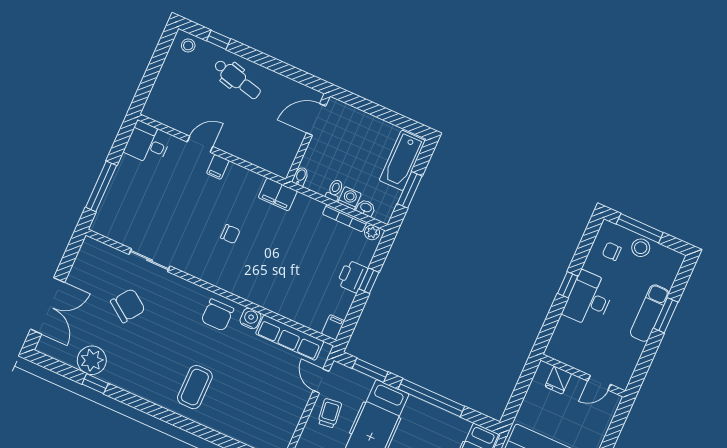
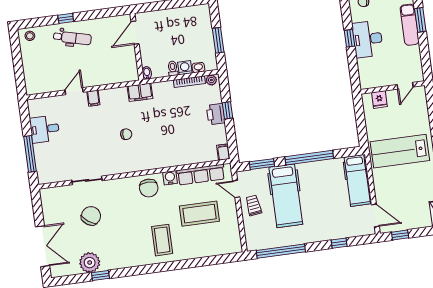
window: (219, 40) -> (66, 18), moved
desk: (148, 144) -> (45, 129), moved
bathtub: (402, 160) -> (203, 25), removed
coffee table: (259, 383) -> (199, 214), added

